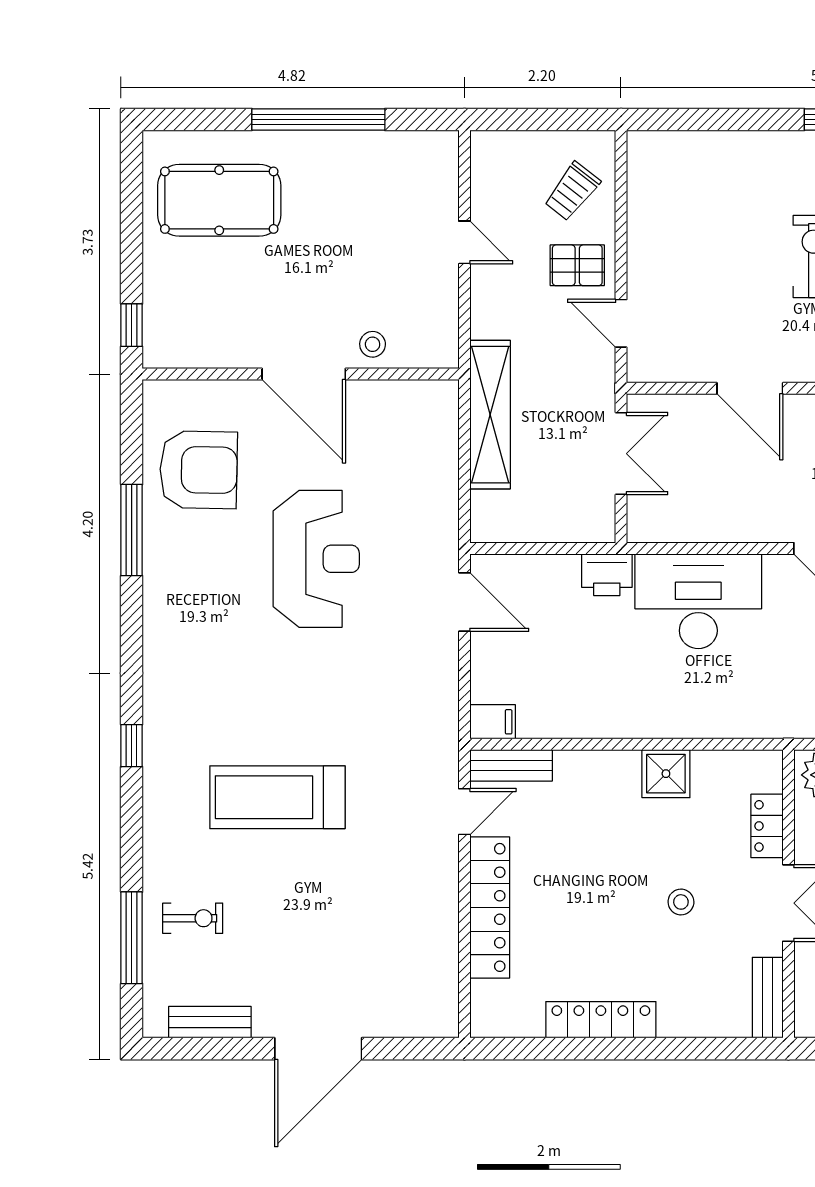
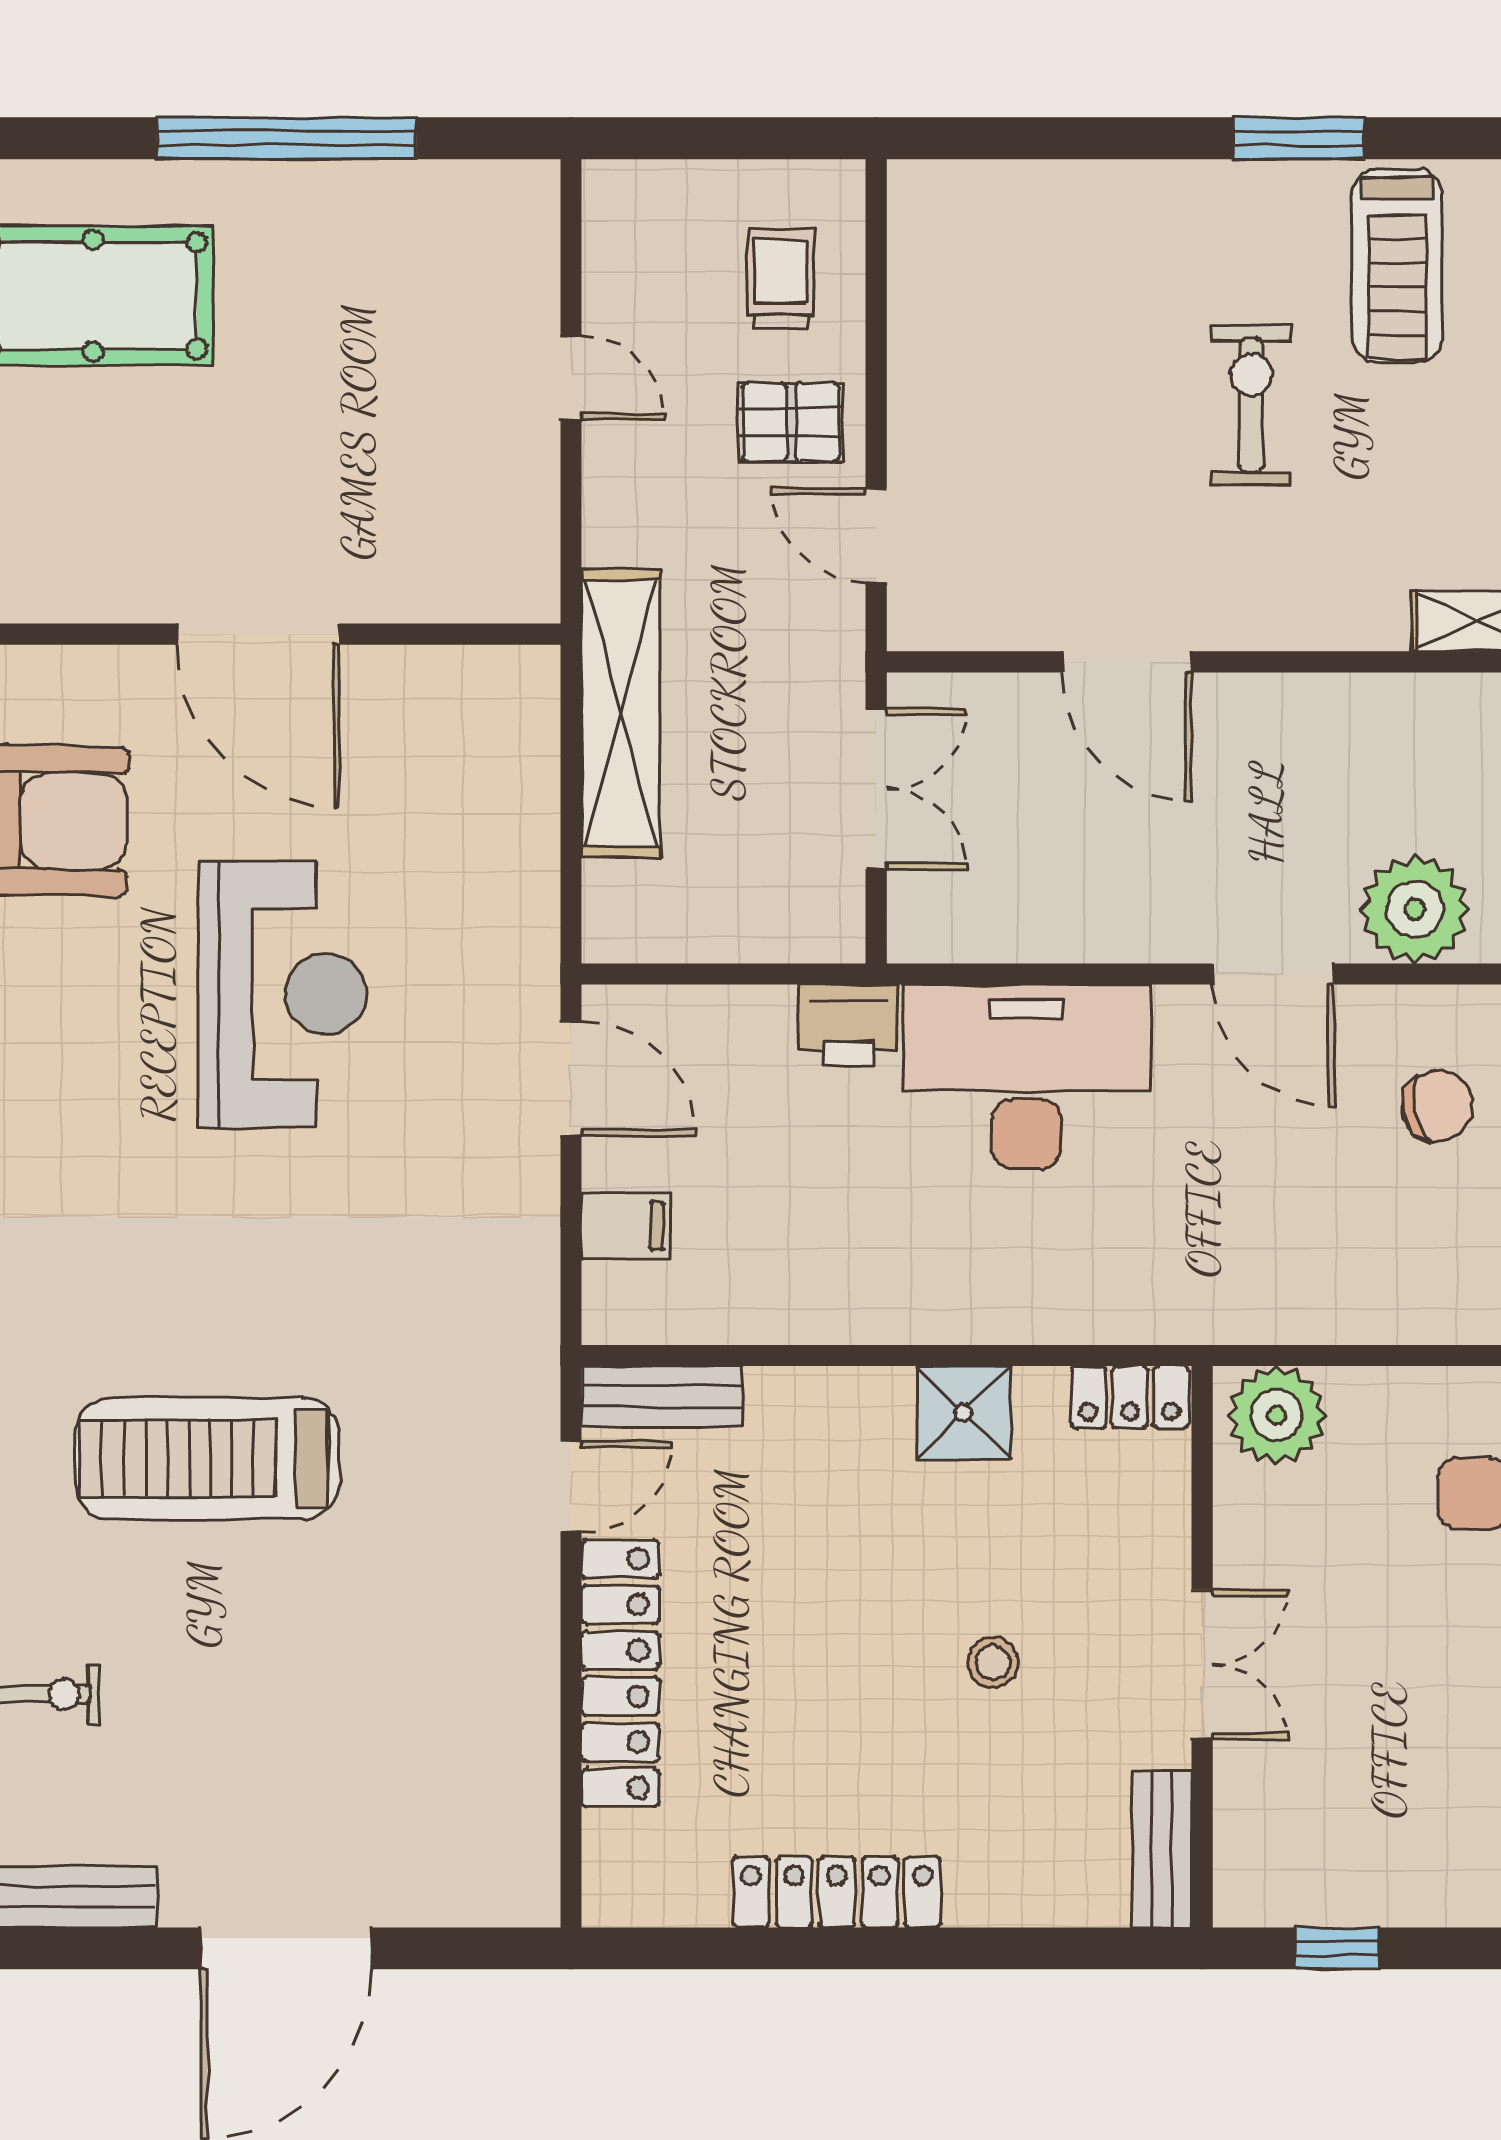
trolley: (572, 191) -> (781, 278), turned 142
stool: (373, 344) -> (392, 576), removed
filing cabinet: (493, 722) -> (626, 1226), moved
locker: (767, 826) -> (1130, 1397), moved, turned -90

